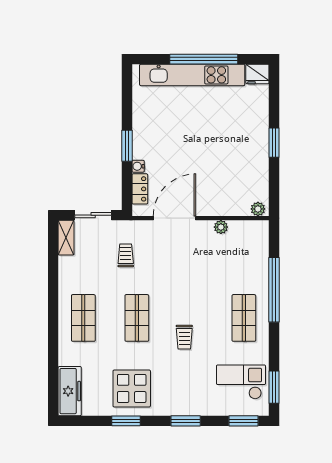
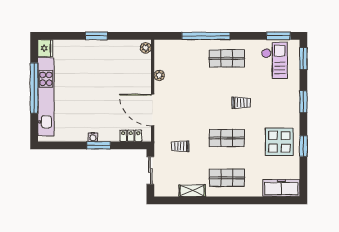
water cooler: (138, 166) -> (93, 137), moved
shelving: (66, 238) -> (192, 191), moved
checkout: (241, 382) -> (274, 61), turned 180

